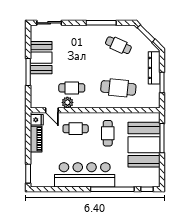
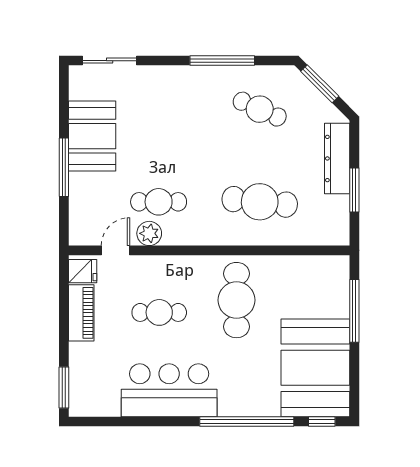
door: (52, 110) -> (115, 250), swing flipped
cafe table: (76, 129) -> (159, 312), moved
cafe table: (108, 133) -> (236, 300), width x1.37, depth x1.35
booth: (144, 145) -> (315, 368), moved
bar counter: (85, 175) -> (169, 390), width x0.73

